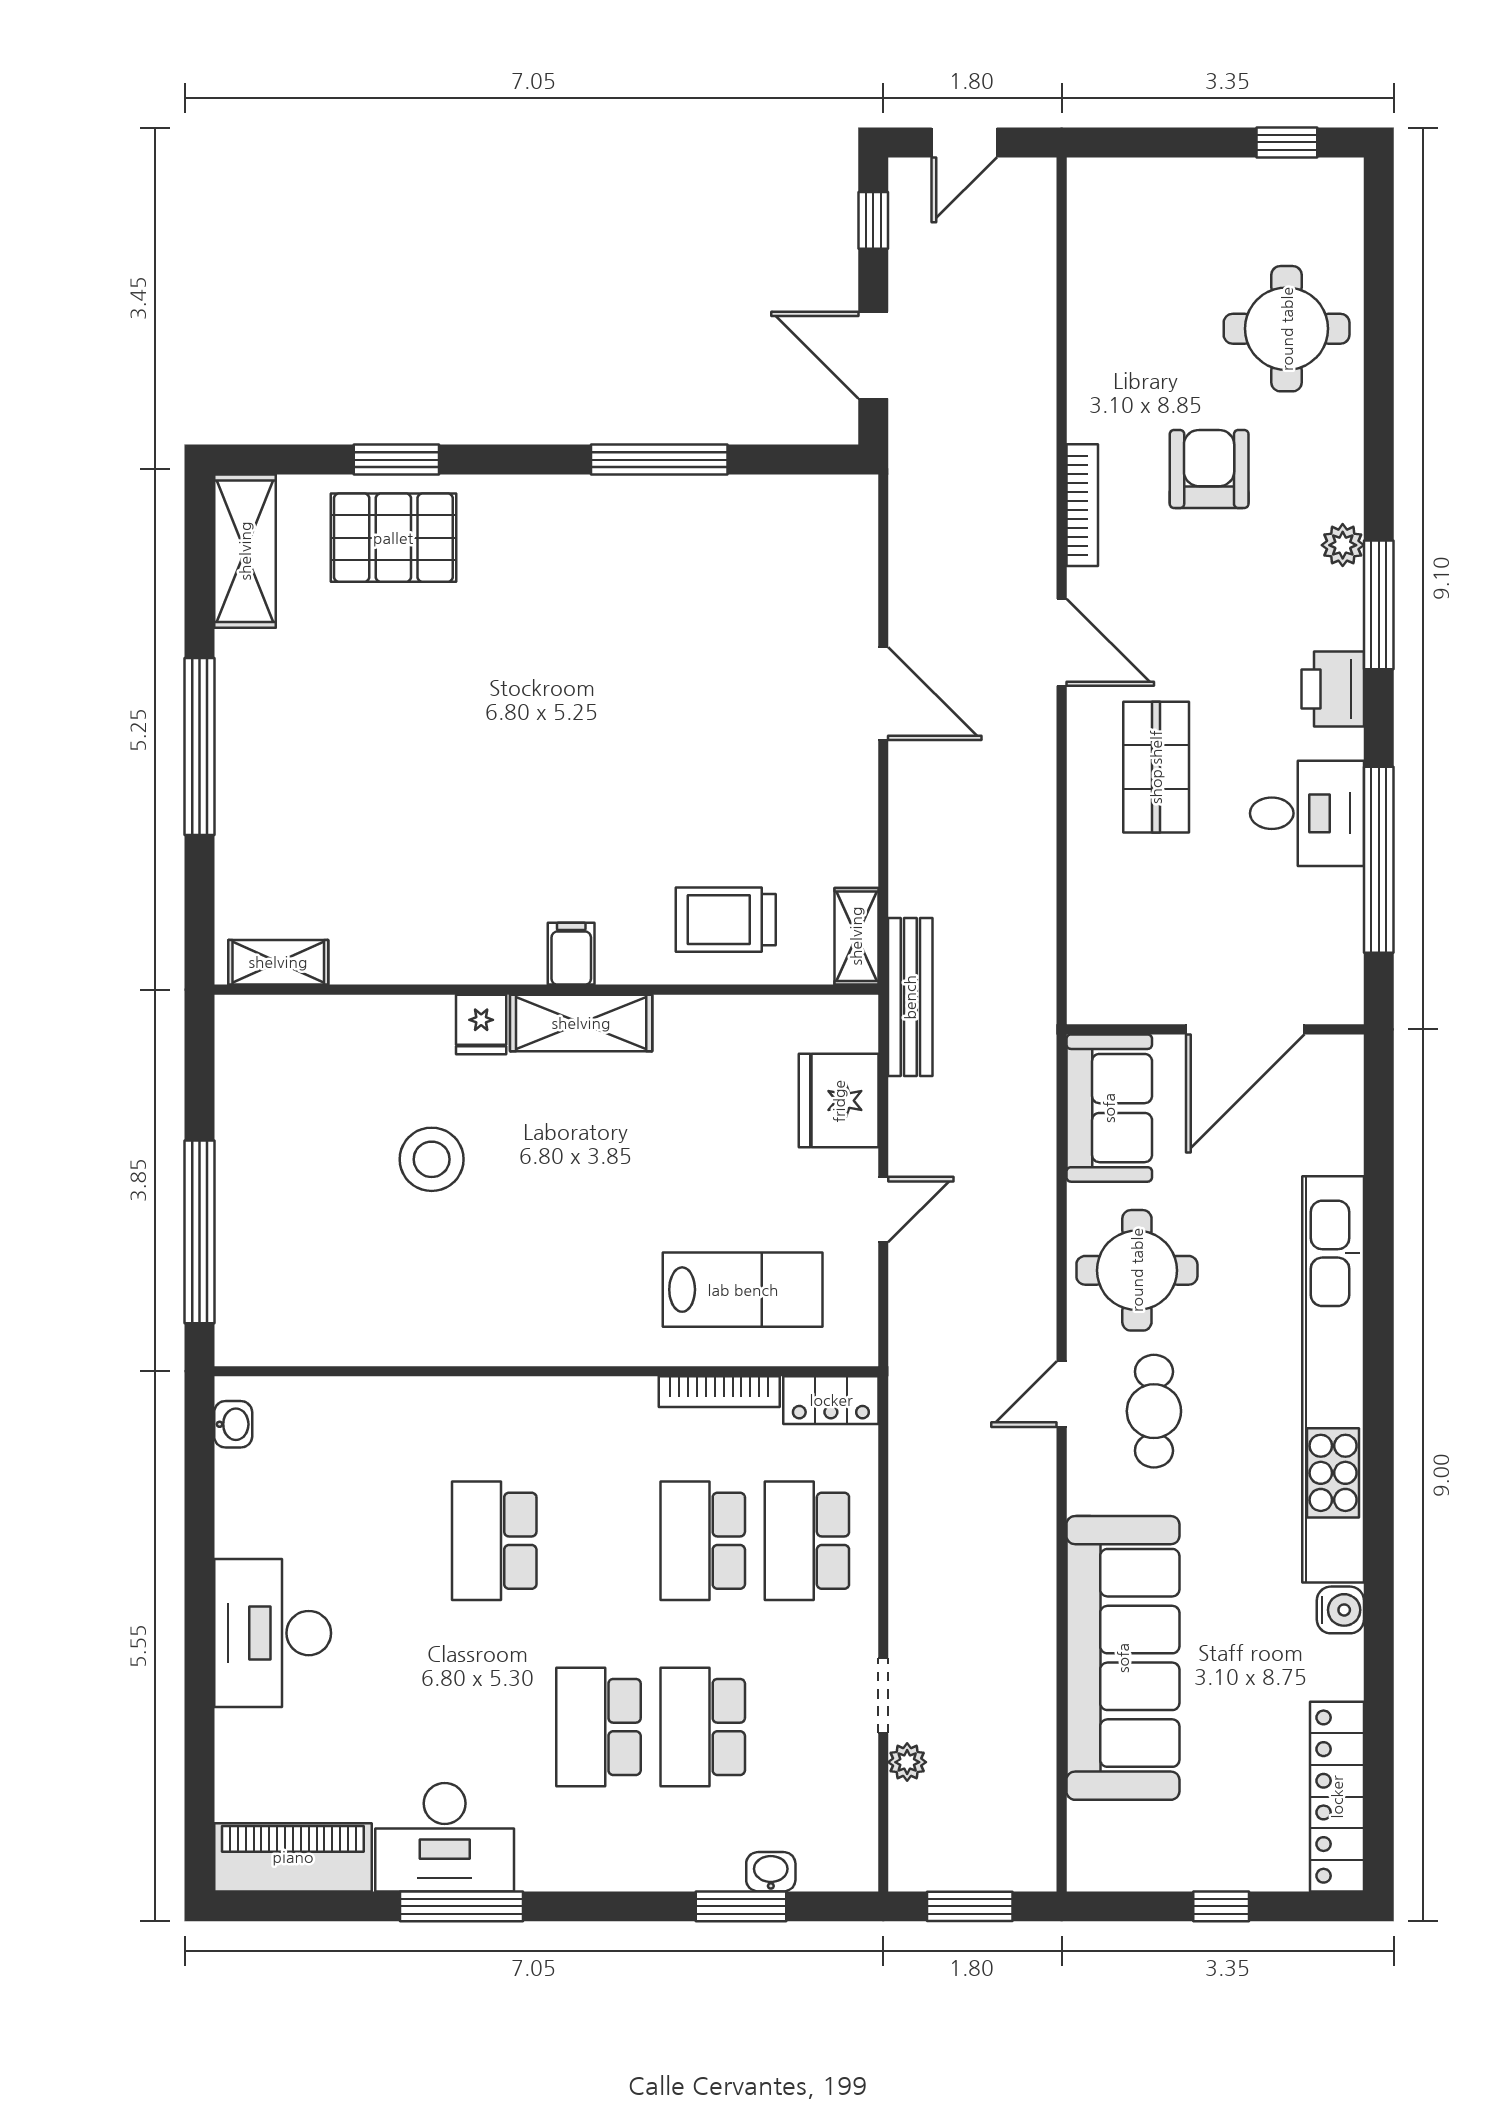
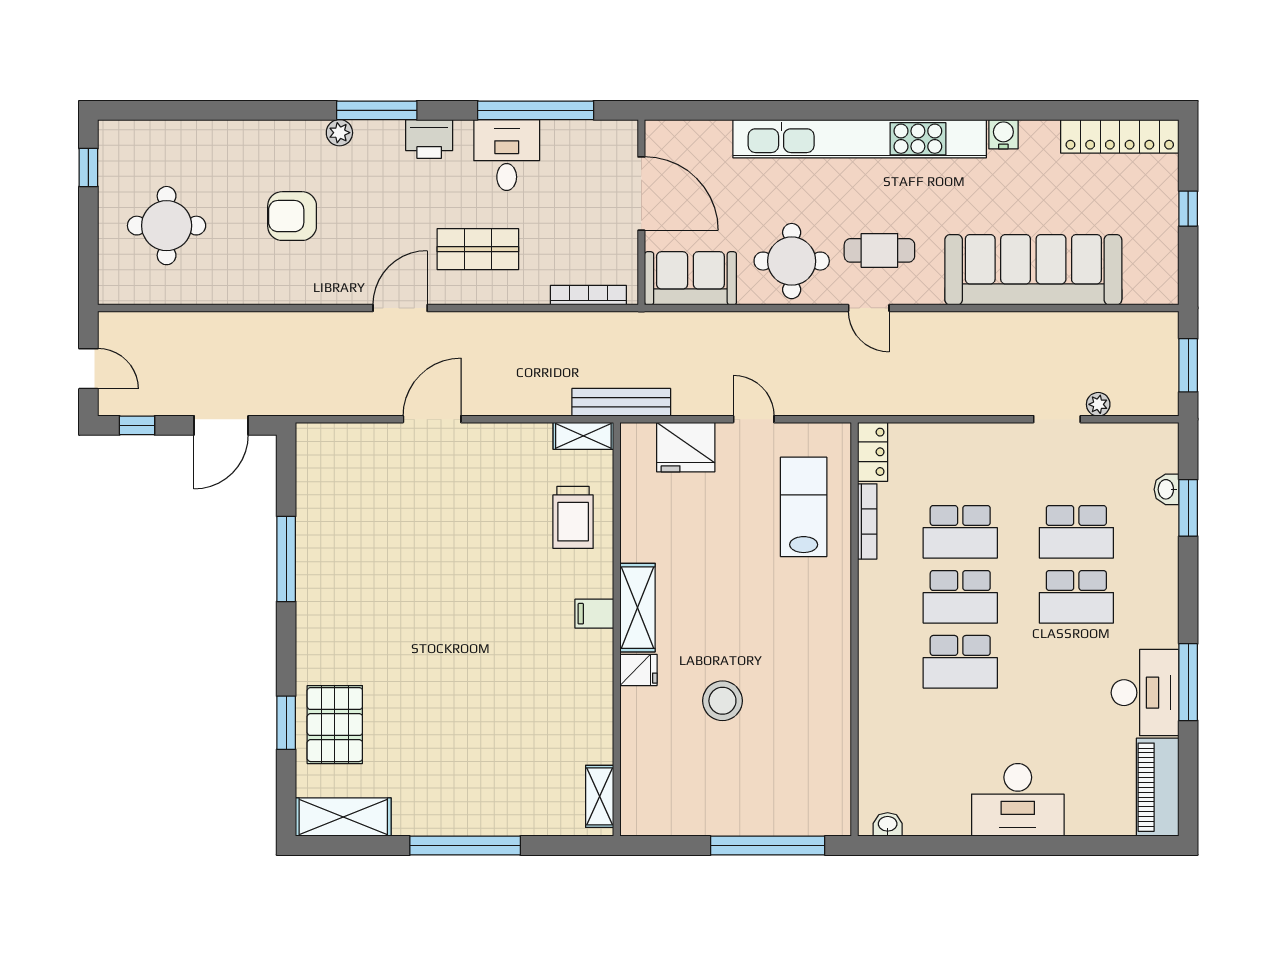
round table: (1287, 329) -> (167, 226), moved
bookcase: (1082, 505) -> (588, 295), moved
school desk: (807, 1541) -> (960, 597), moved

